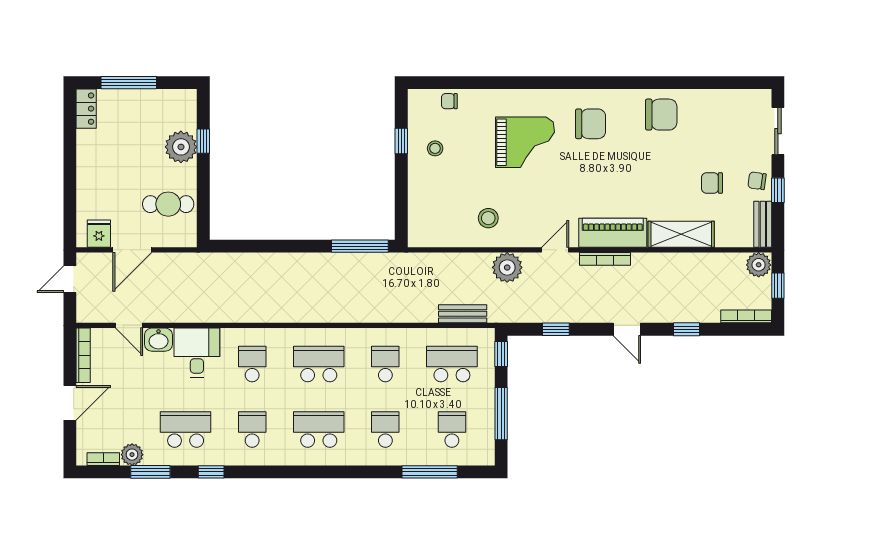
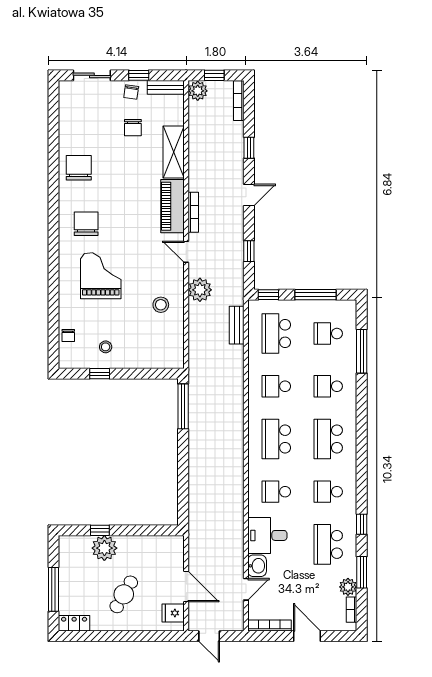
cafe table: (168, 204) -> (124, 594), moved, turned 30

